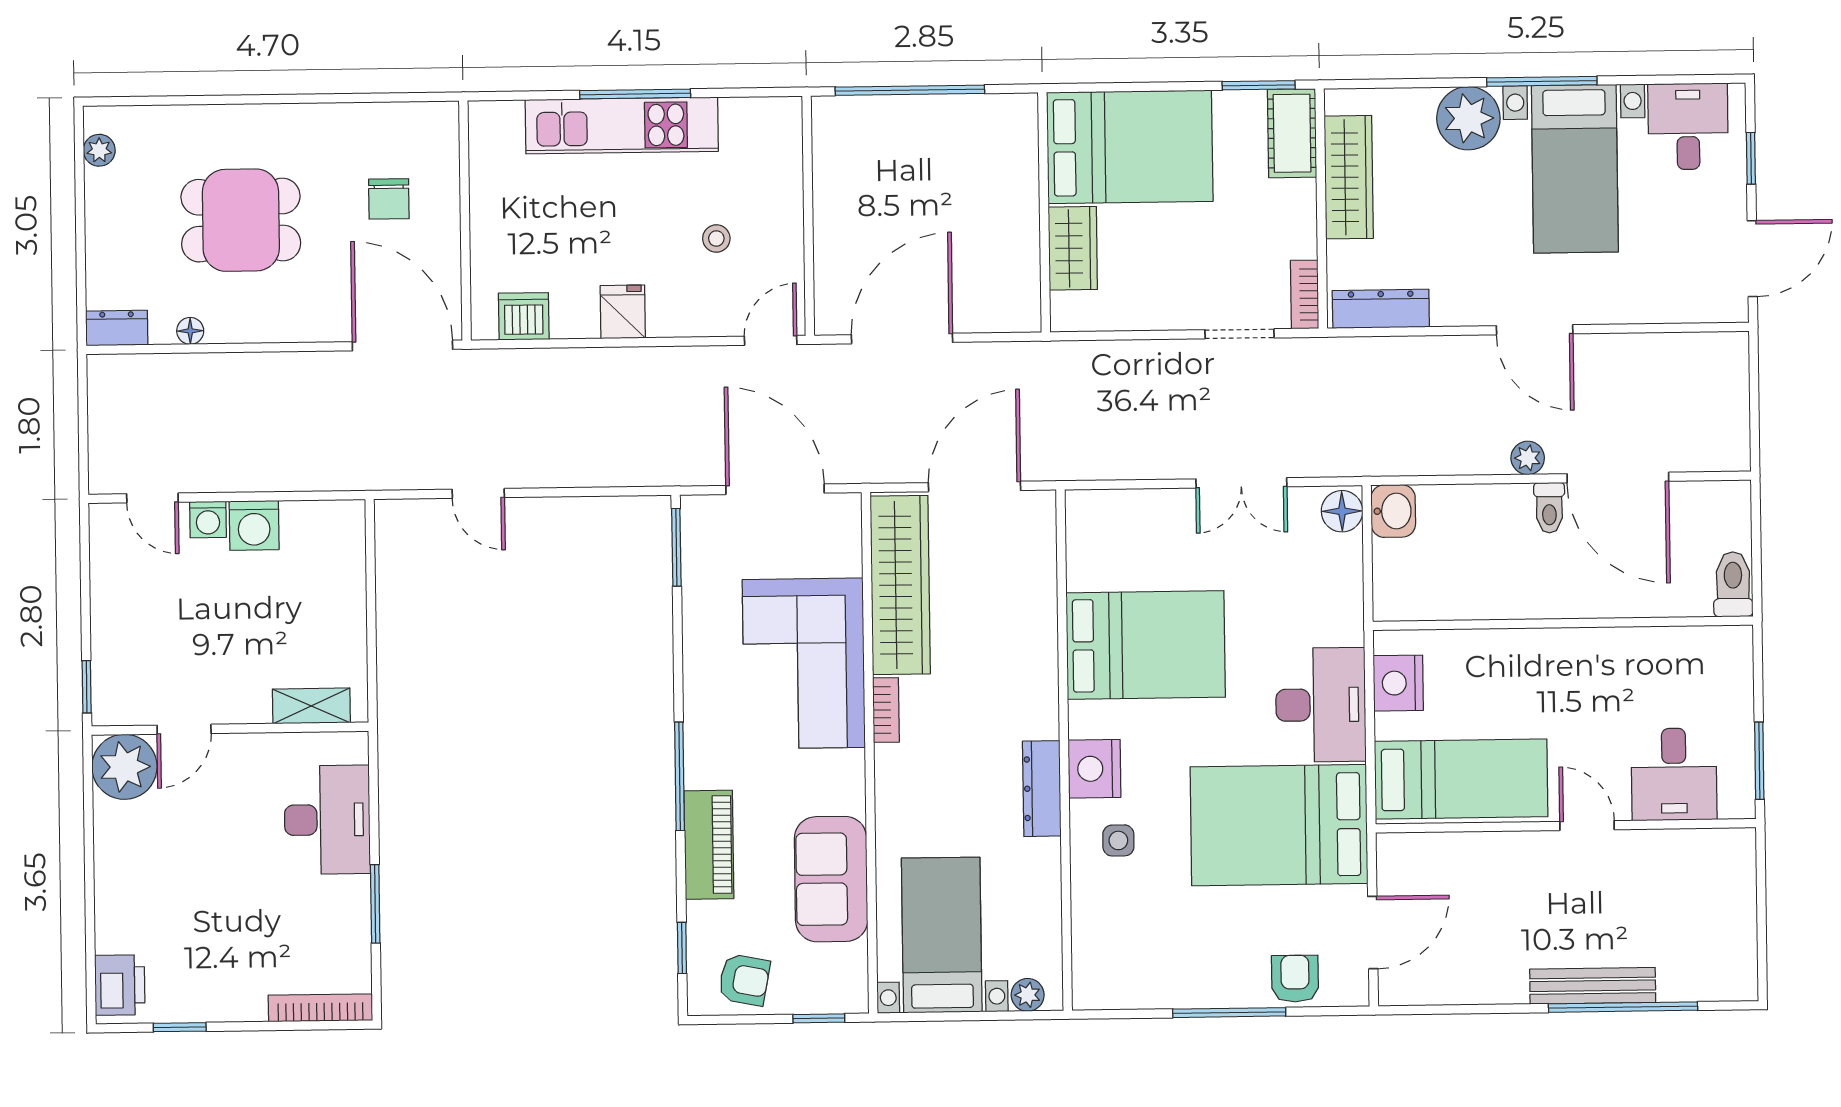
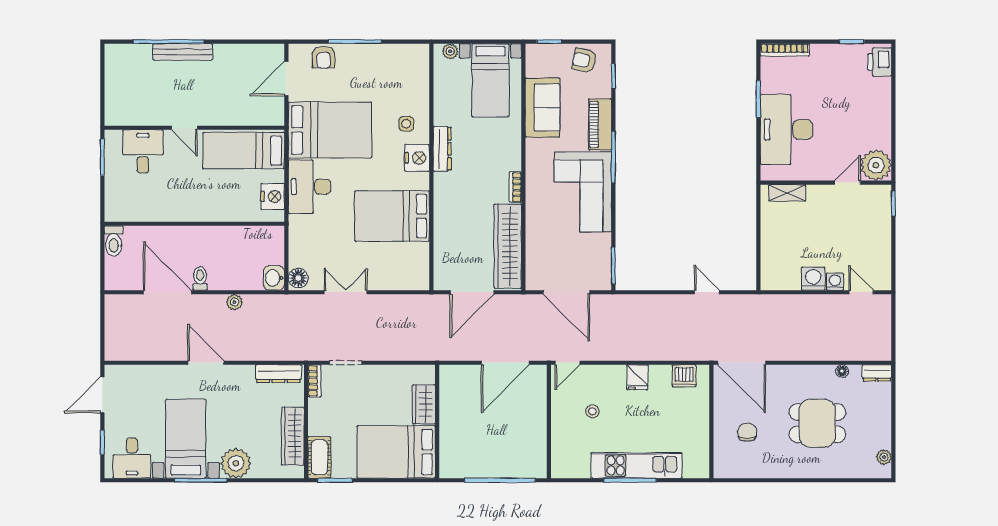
plant: (1528, 458) -> (234, 302), moved
corner sofa: (804, 663) -> (583, 192), moved, turned 180
desk: (327, 820) -> (787, 129), width x1.36, depth x1.30

